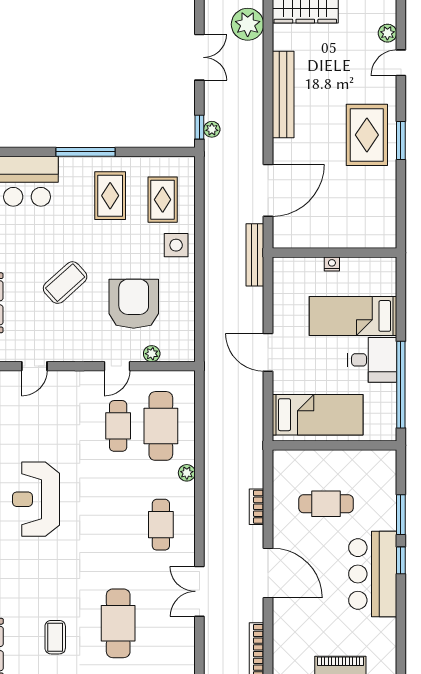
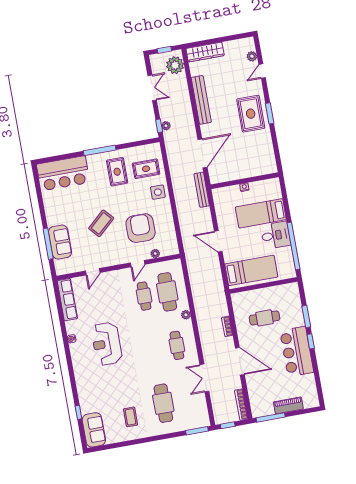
rug: (163, 200) -> (146, 169), turned 90

